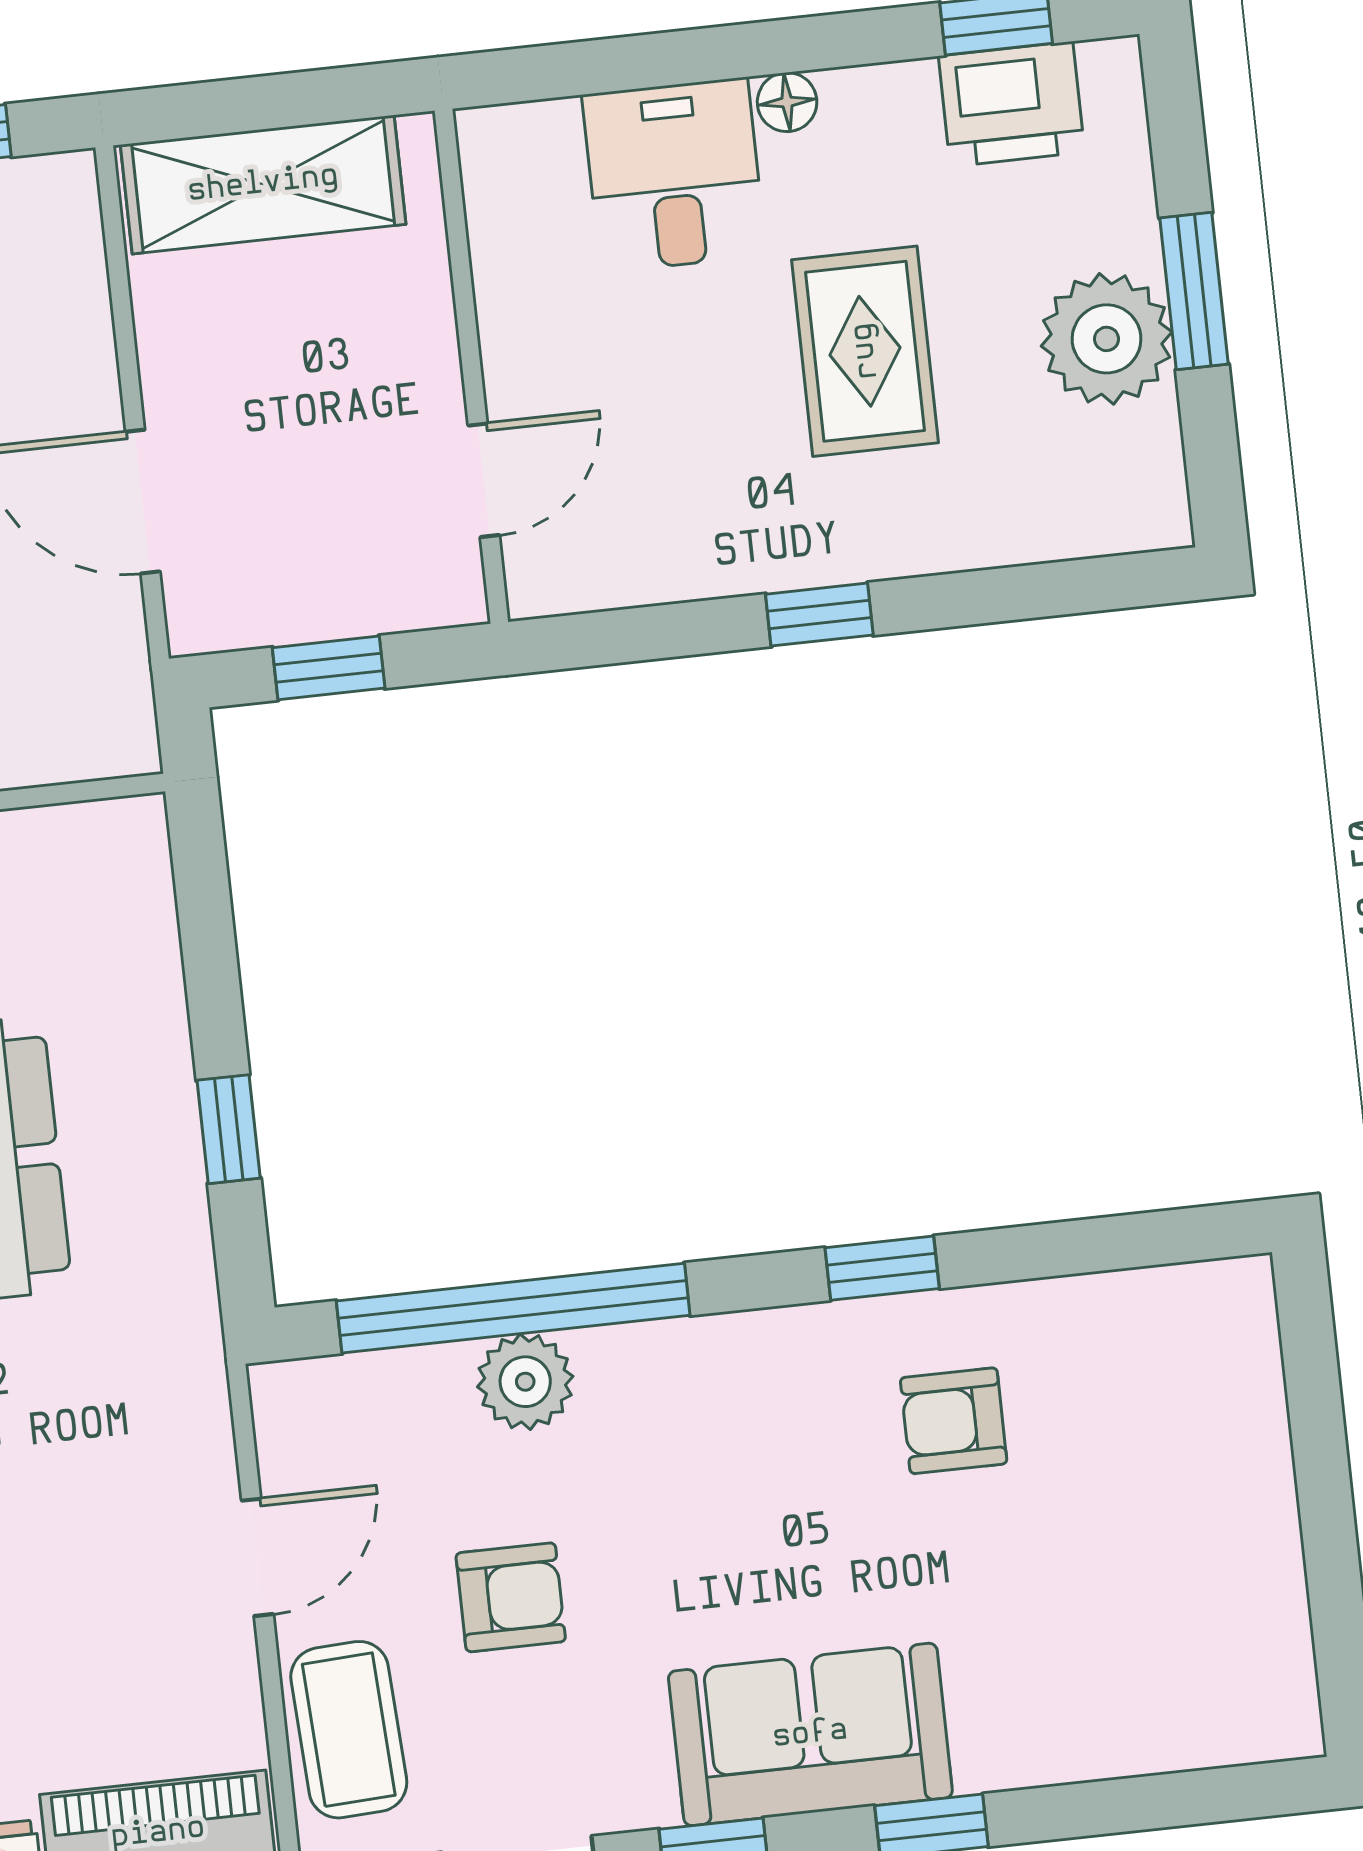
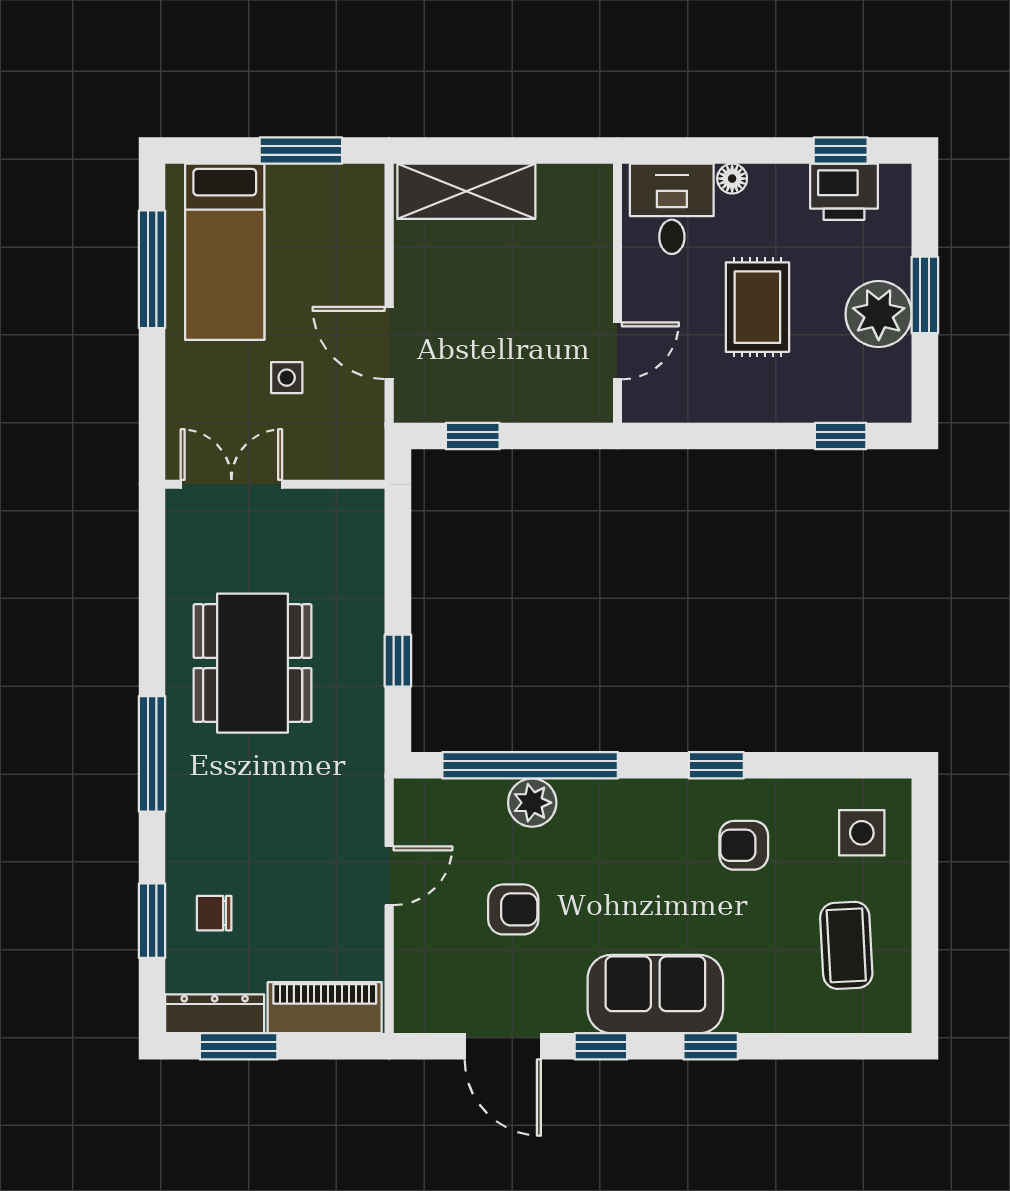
wall: (471, 366) -> (617, 293), moved
door: (484, 480) -> (617, 351), moved
window: (819, 615) -> (841, 436), moved
side table: (1185, 1371) -> (862, 833), added
coffee table: (349, 1730) -> (846, 945), moved

